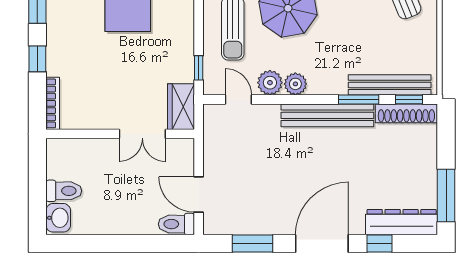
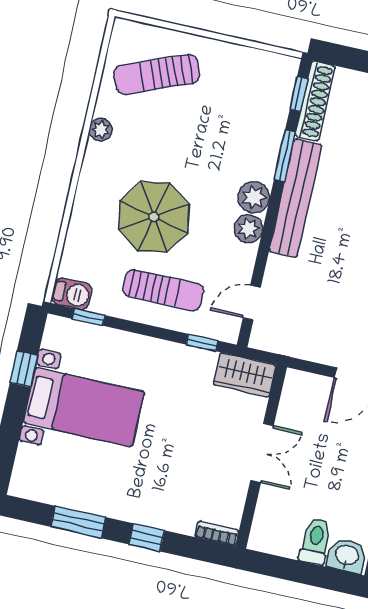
plant: (270, 83) -> (254, 197), moved
bench: (390, 85) -> (276, 114), removed
bookcase: (53, 103) -> (217, 534), width x0.64
double door: (142, 134) -> (262, 453), moved

